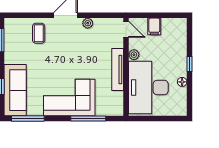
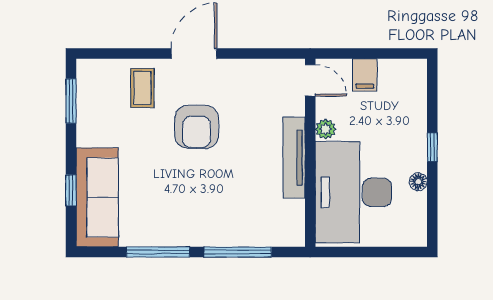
plant: (88, 23) -> (237, 69), removed
armchair: (67, 53) -> (197, 127), added
corner sofa: (69, 98) -> (201, 212), removed
window: (28, 119) -> (158, 252), moved

